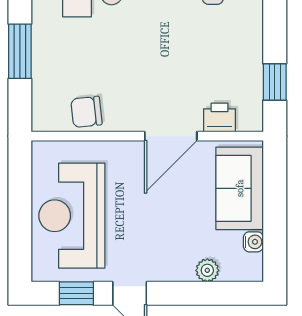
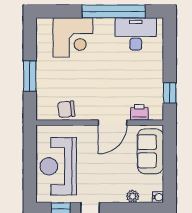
water cooler: (253, 242) -> (158, 197), moved

